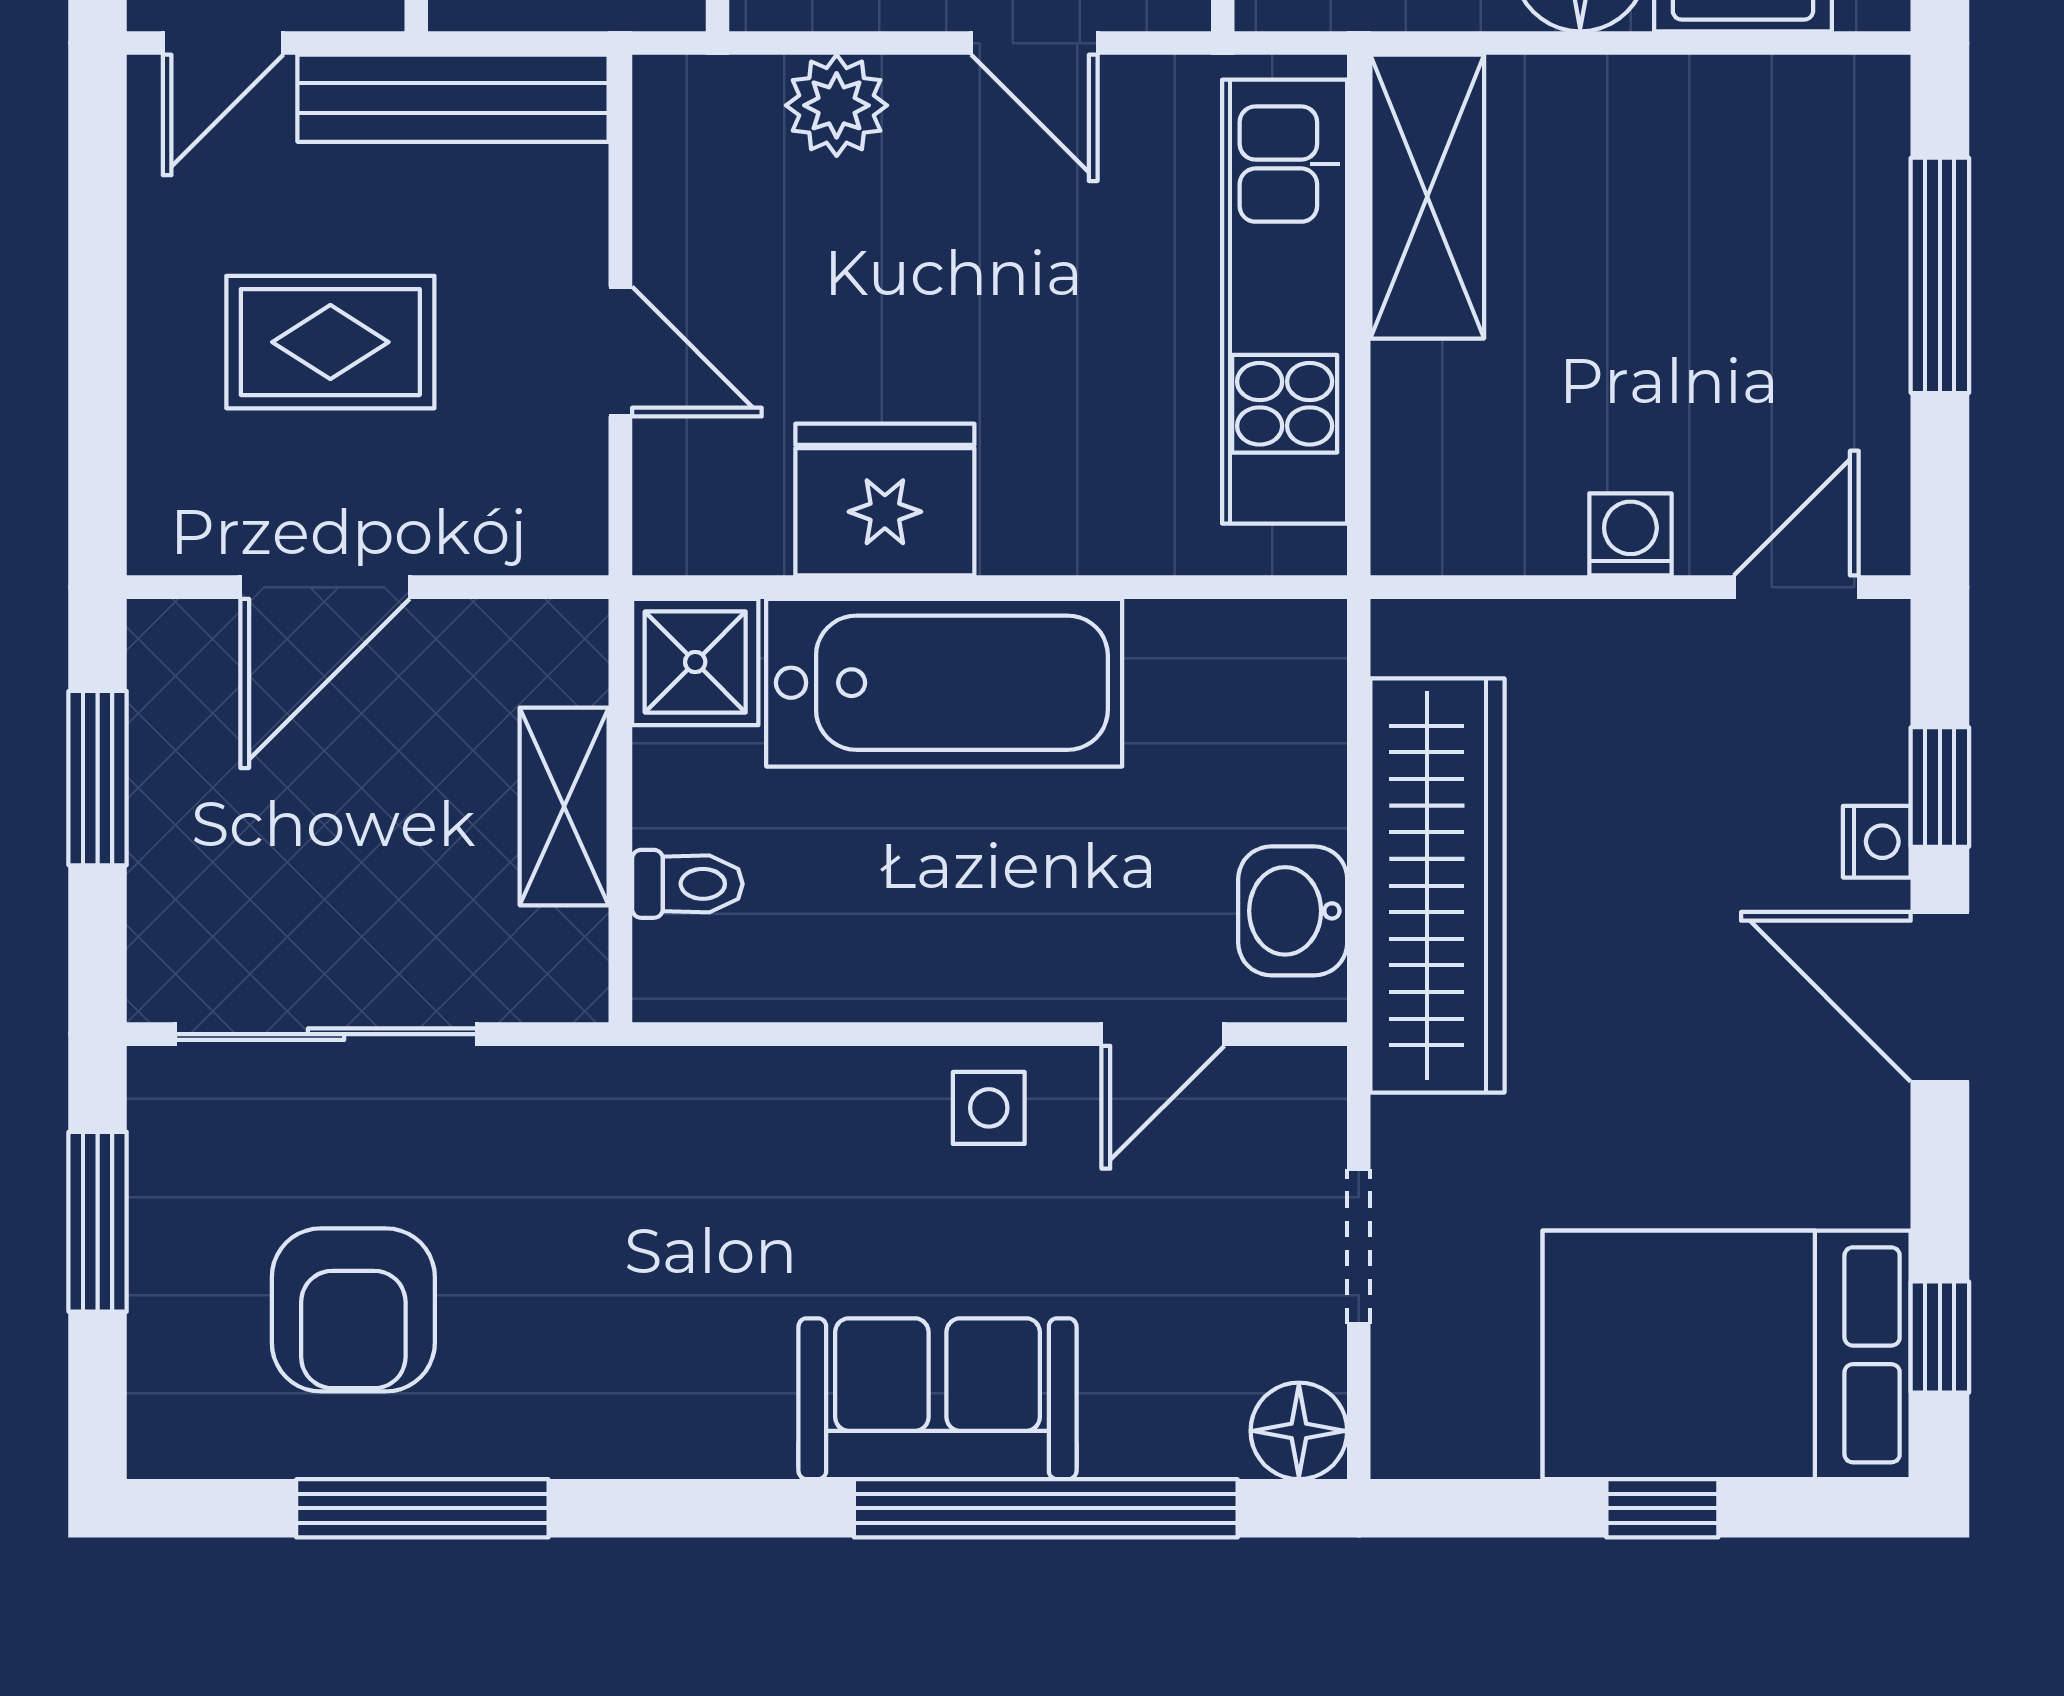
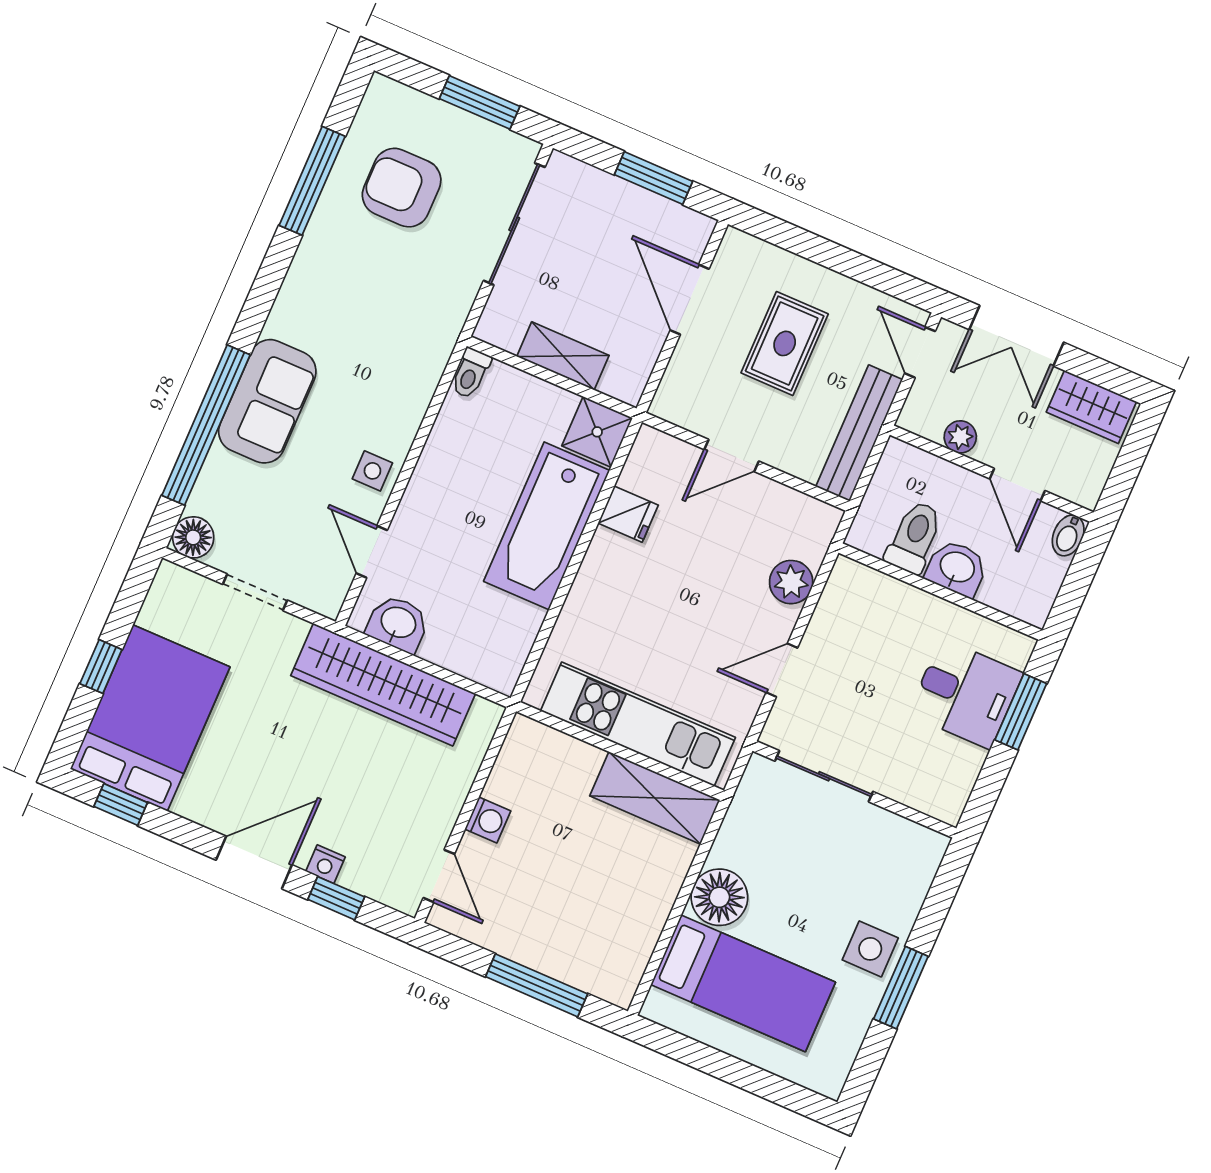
fridge: (885, 500) -> (628, 514), width x0.53, depth x0.75
toilet: (687, 884) -> (471, 373), moved

